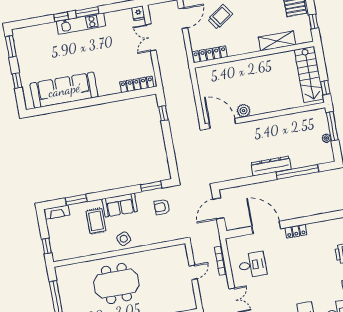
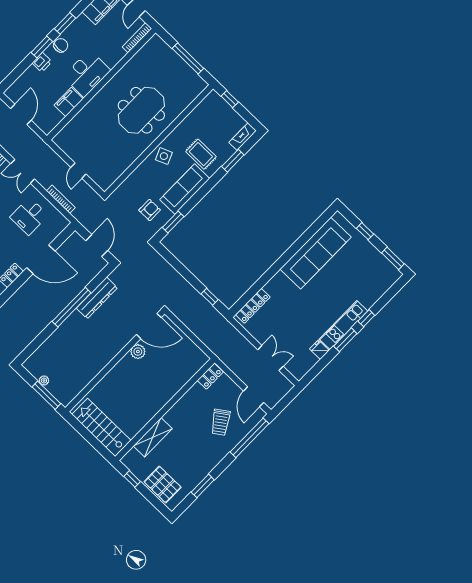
fridge: (138, 13) -> (319, 350), moved
locker: (210, 54) -> (210, 376), width x0.66
window: (325, 88) -> (78, 426), removed
dresser: (271, 166) -> (97, 298), moved
window: (297, 172) -> (72, 307), moved
sofa: (120, 205) -> (185, 189), width x1.36

